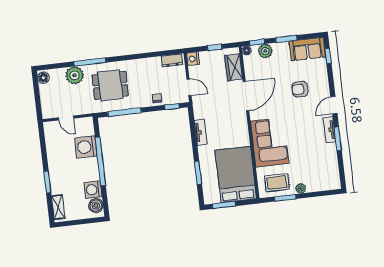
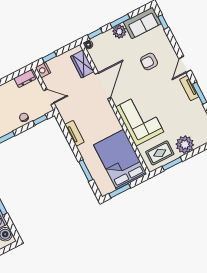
window: (215, 47) -> (49, 57), moved
plant: (265, 51) -> (119, 32), moved
plant: (301, 188) -> (185, 145), width x1.87, depth x1.87

